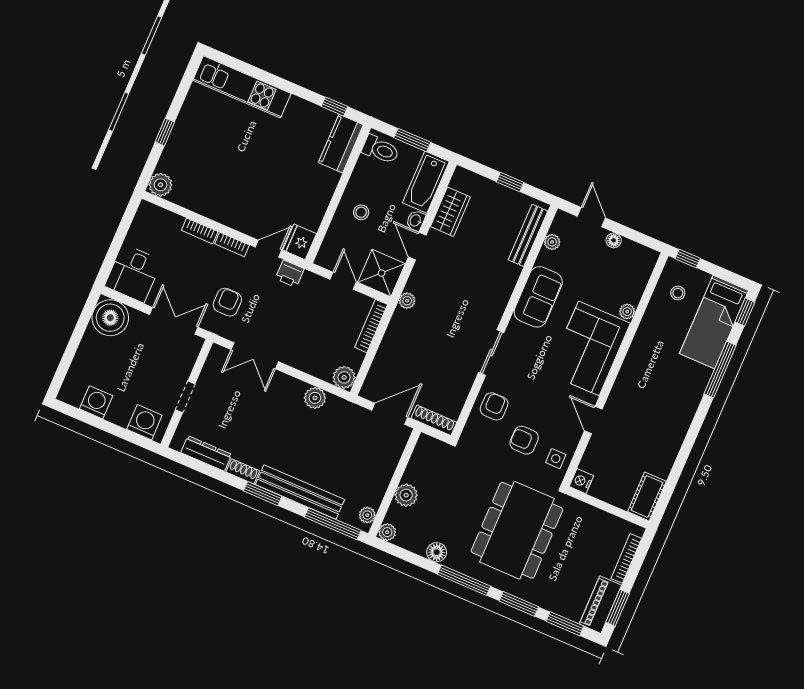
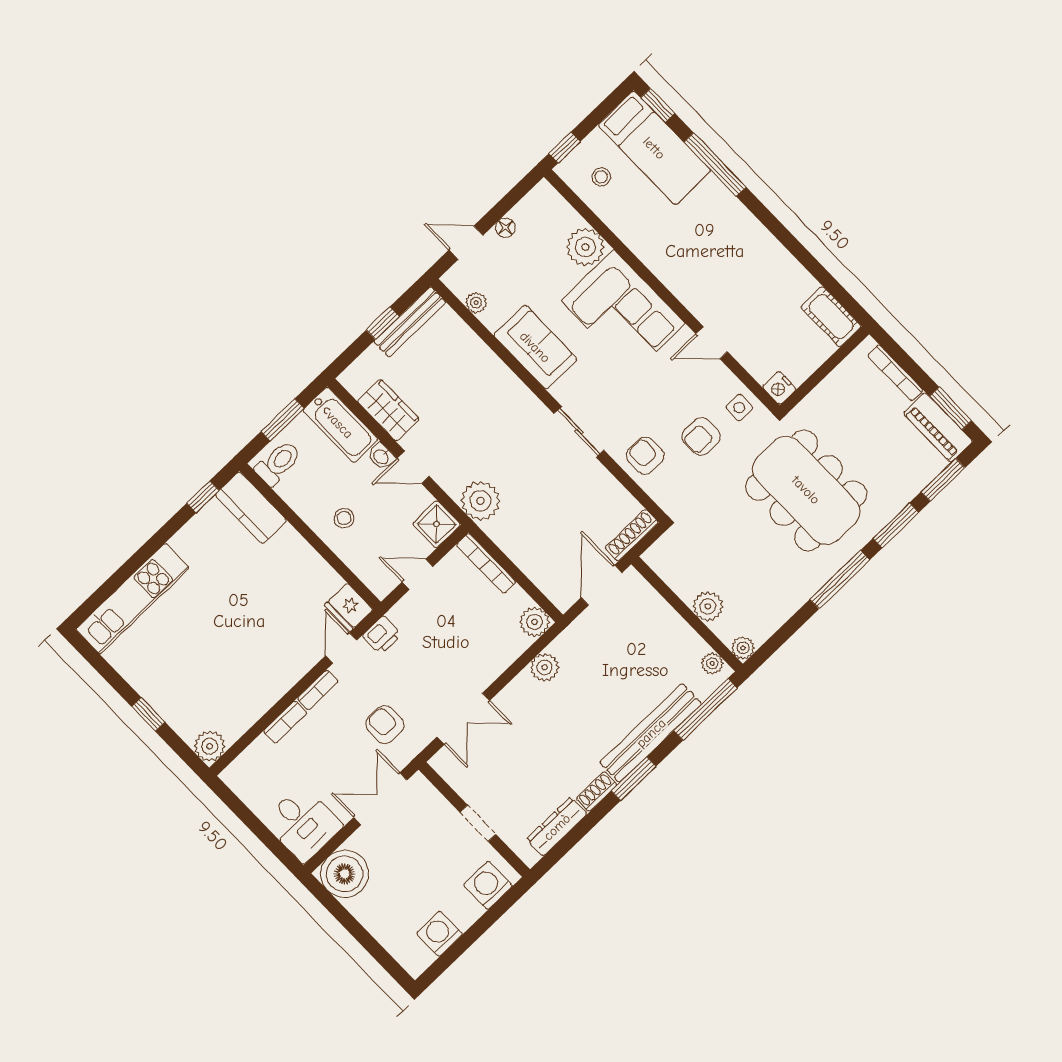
bench: (528, 235) -> (410, 322), moved, turned 90
shower: (382, 273) -> (436, 524), width x0.73, depth x0.73
plant: (407, 301) -> (480, 501), width x1.88, depth x1.88
plant: (627, 312) -> (585, 247), width x1.88, depth x1.88
floor lamp: (437, 552) -> (792, 598), removed

